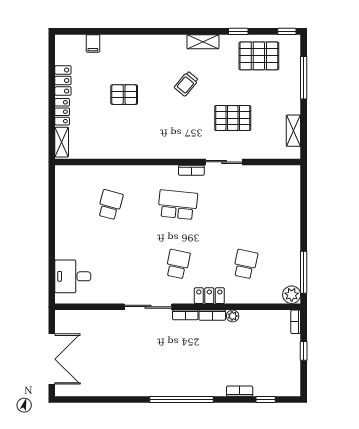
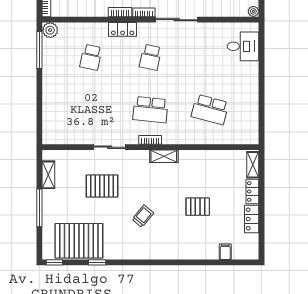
shelving: (203, 42) -> (164, 156), moved
pallet: (259, 56) -> (79, 241), width x1.37, depth x1.41
window: (304, 78) -> (39, 208), moved
bookcase: (191, 170) -> (150, 140), moved
school desk: (110, 205) -> (210, 110), width x1.85
plant: (233, 316) -> (253, 11), moved

